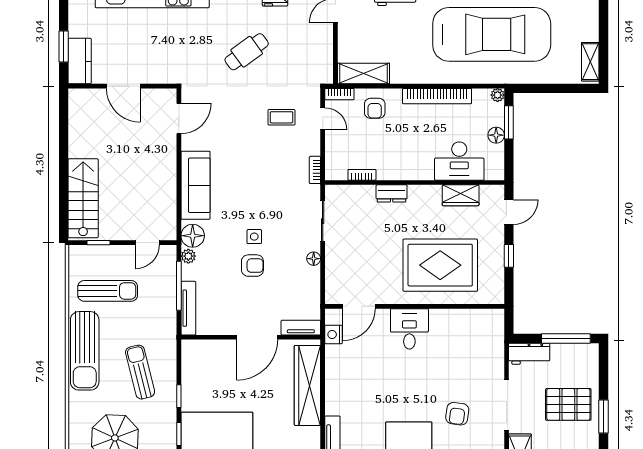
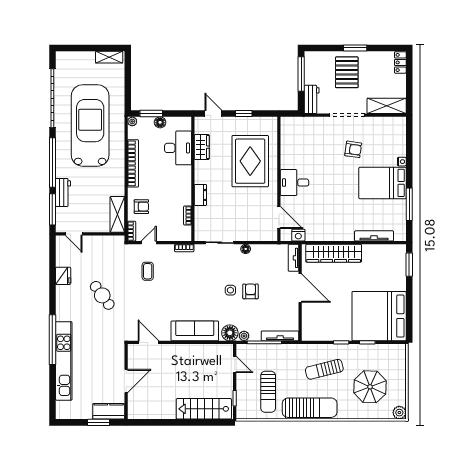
sun lounger: (108, 291) -> (268, 392), turned 180

